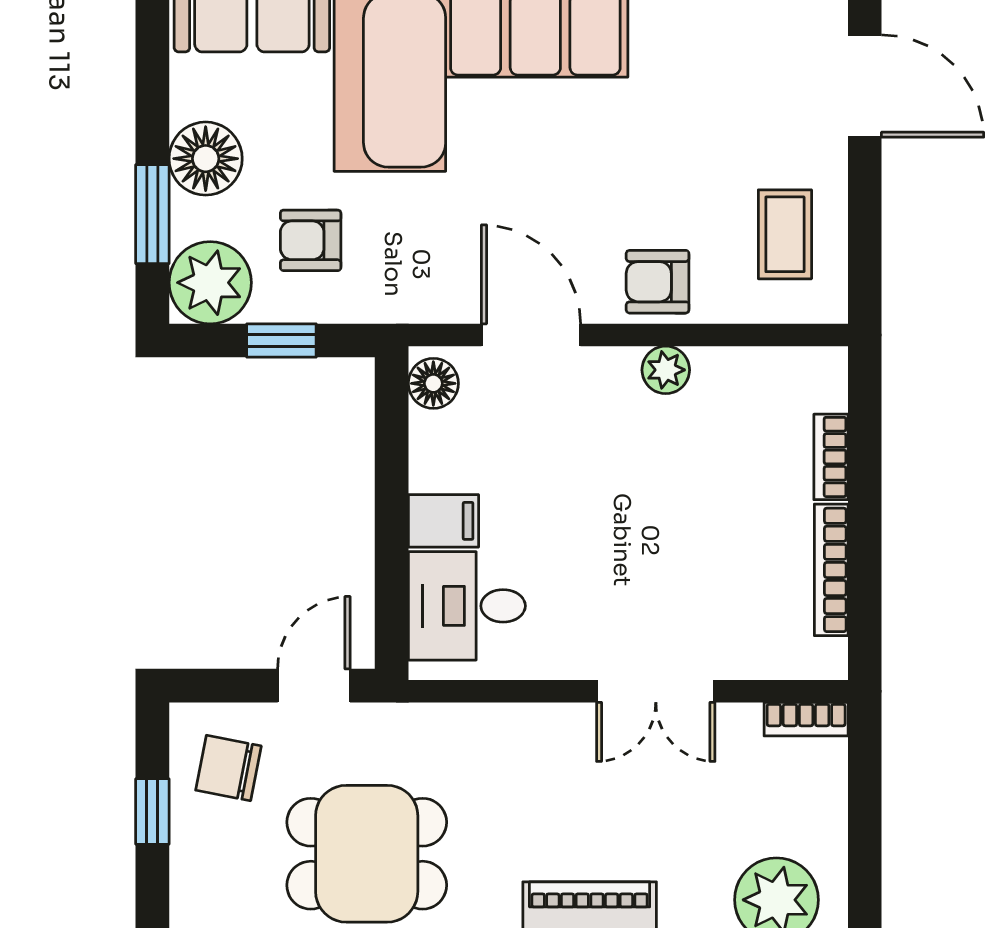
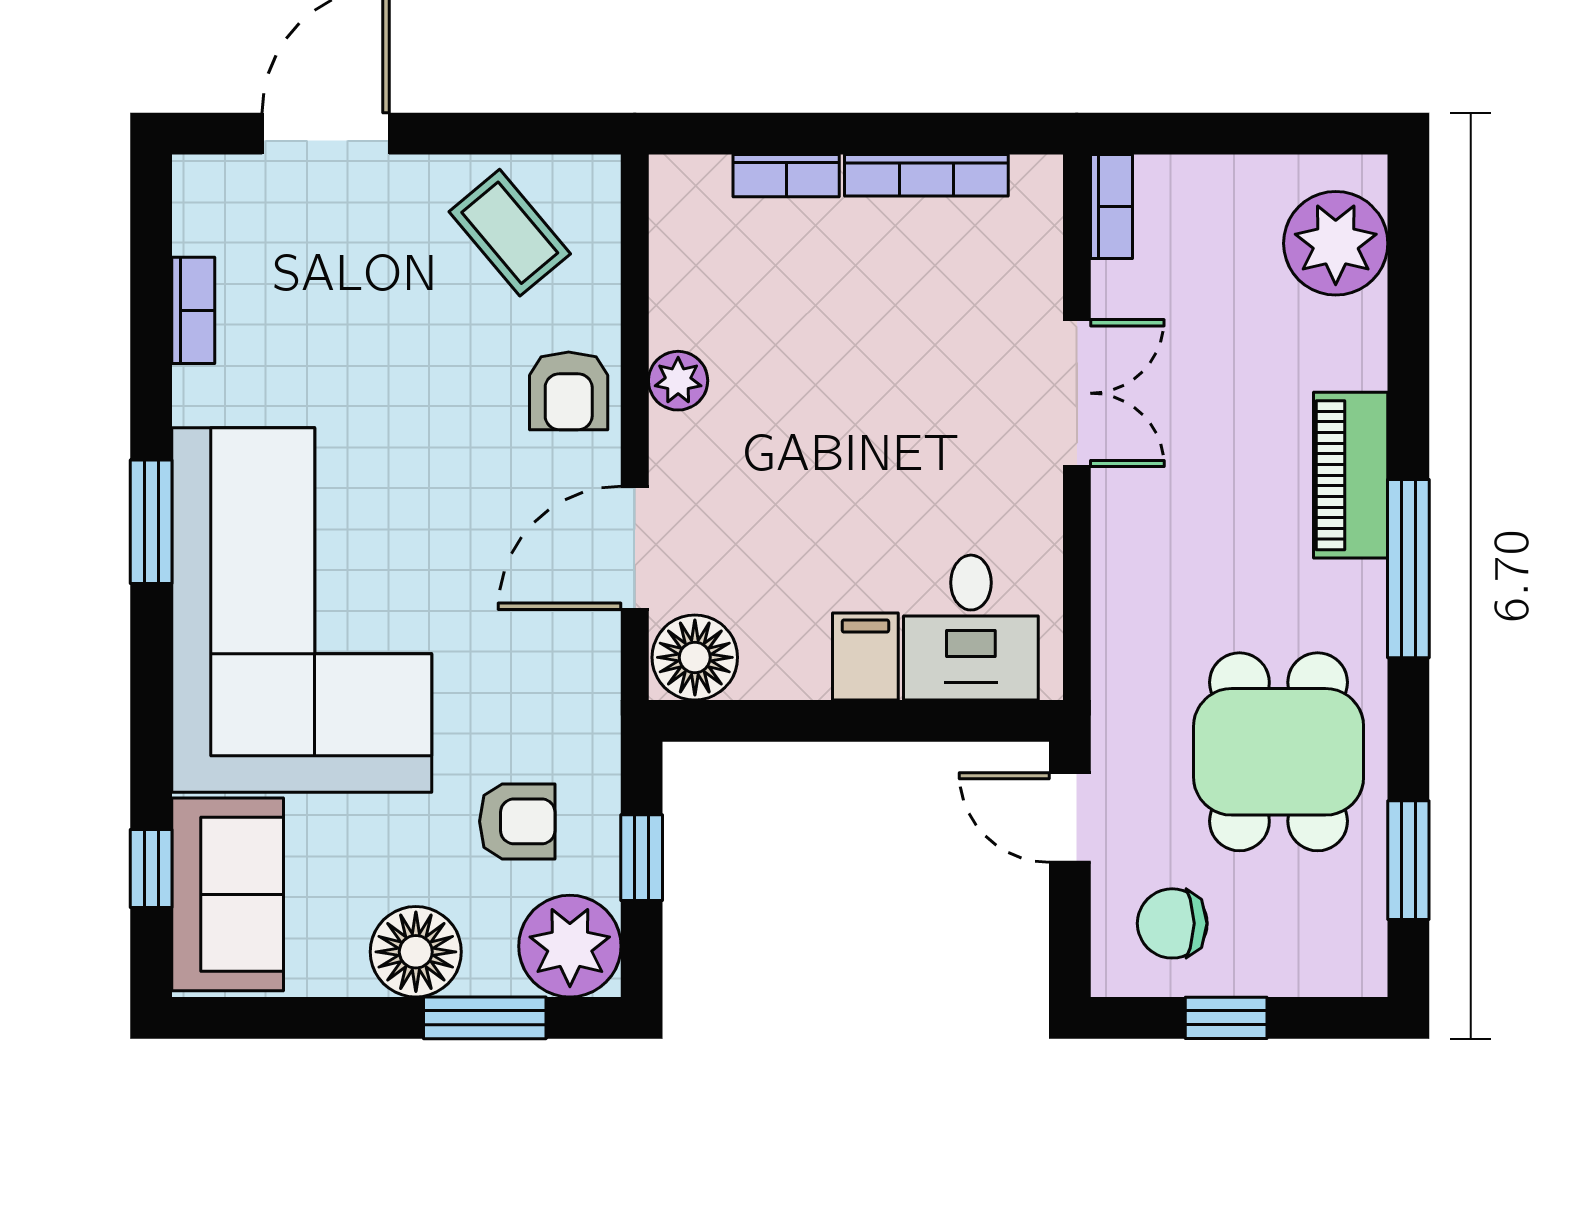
coffee table: (785, 234) -> (510, 233), turned 50
armchair: (311, 240) -> (517, 821), turned -90
floor lamp: (433, 383) -> (695, 657), width x1.38, depth x1.38
chair: (228, 768) -> (1172, 923), turned 79

